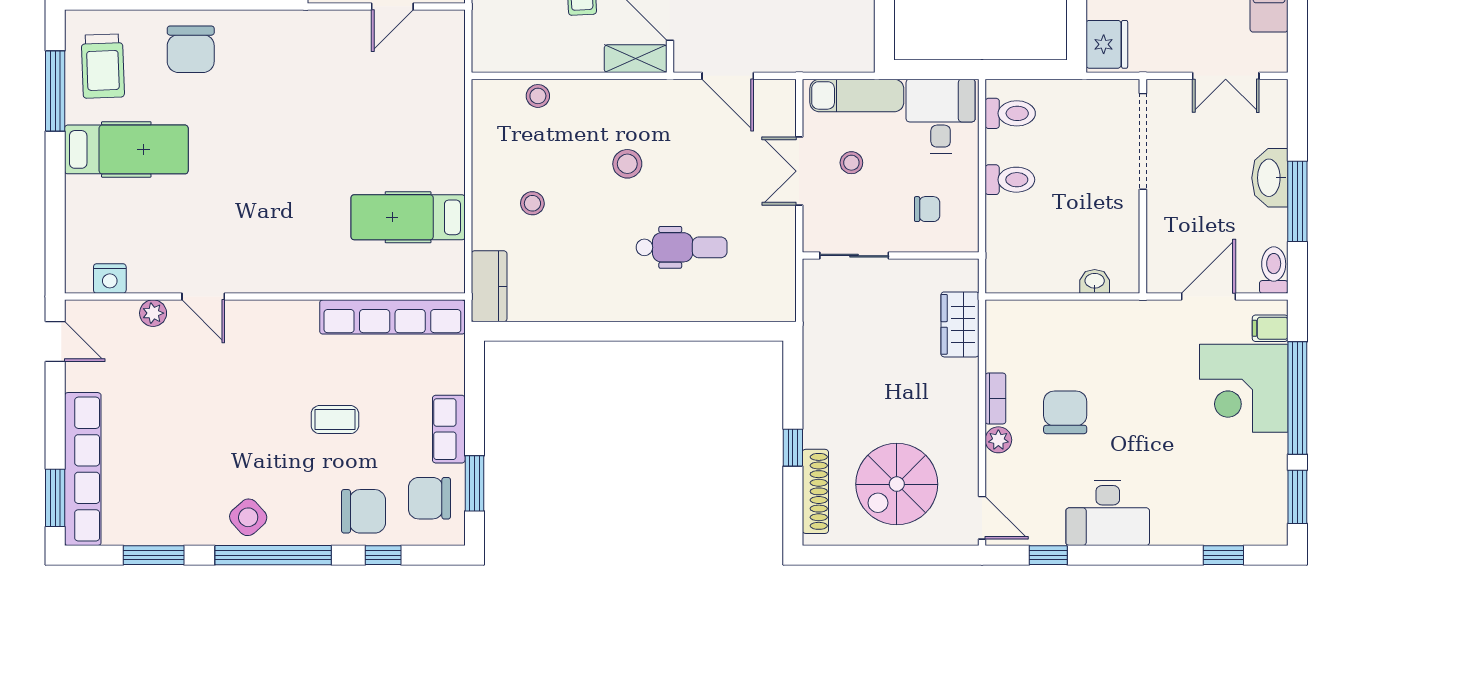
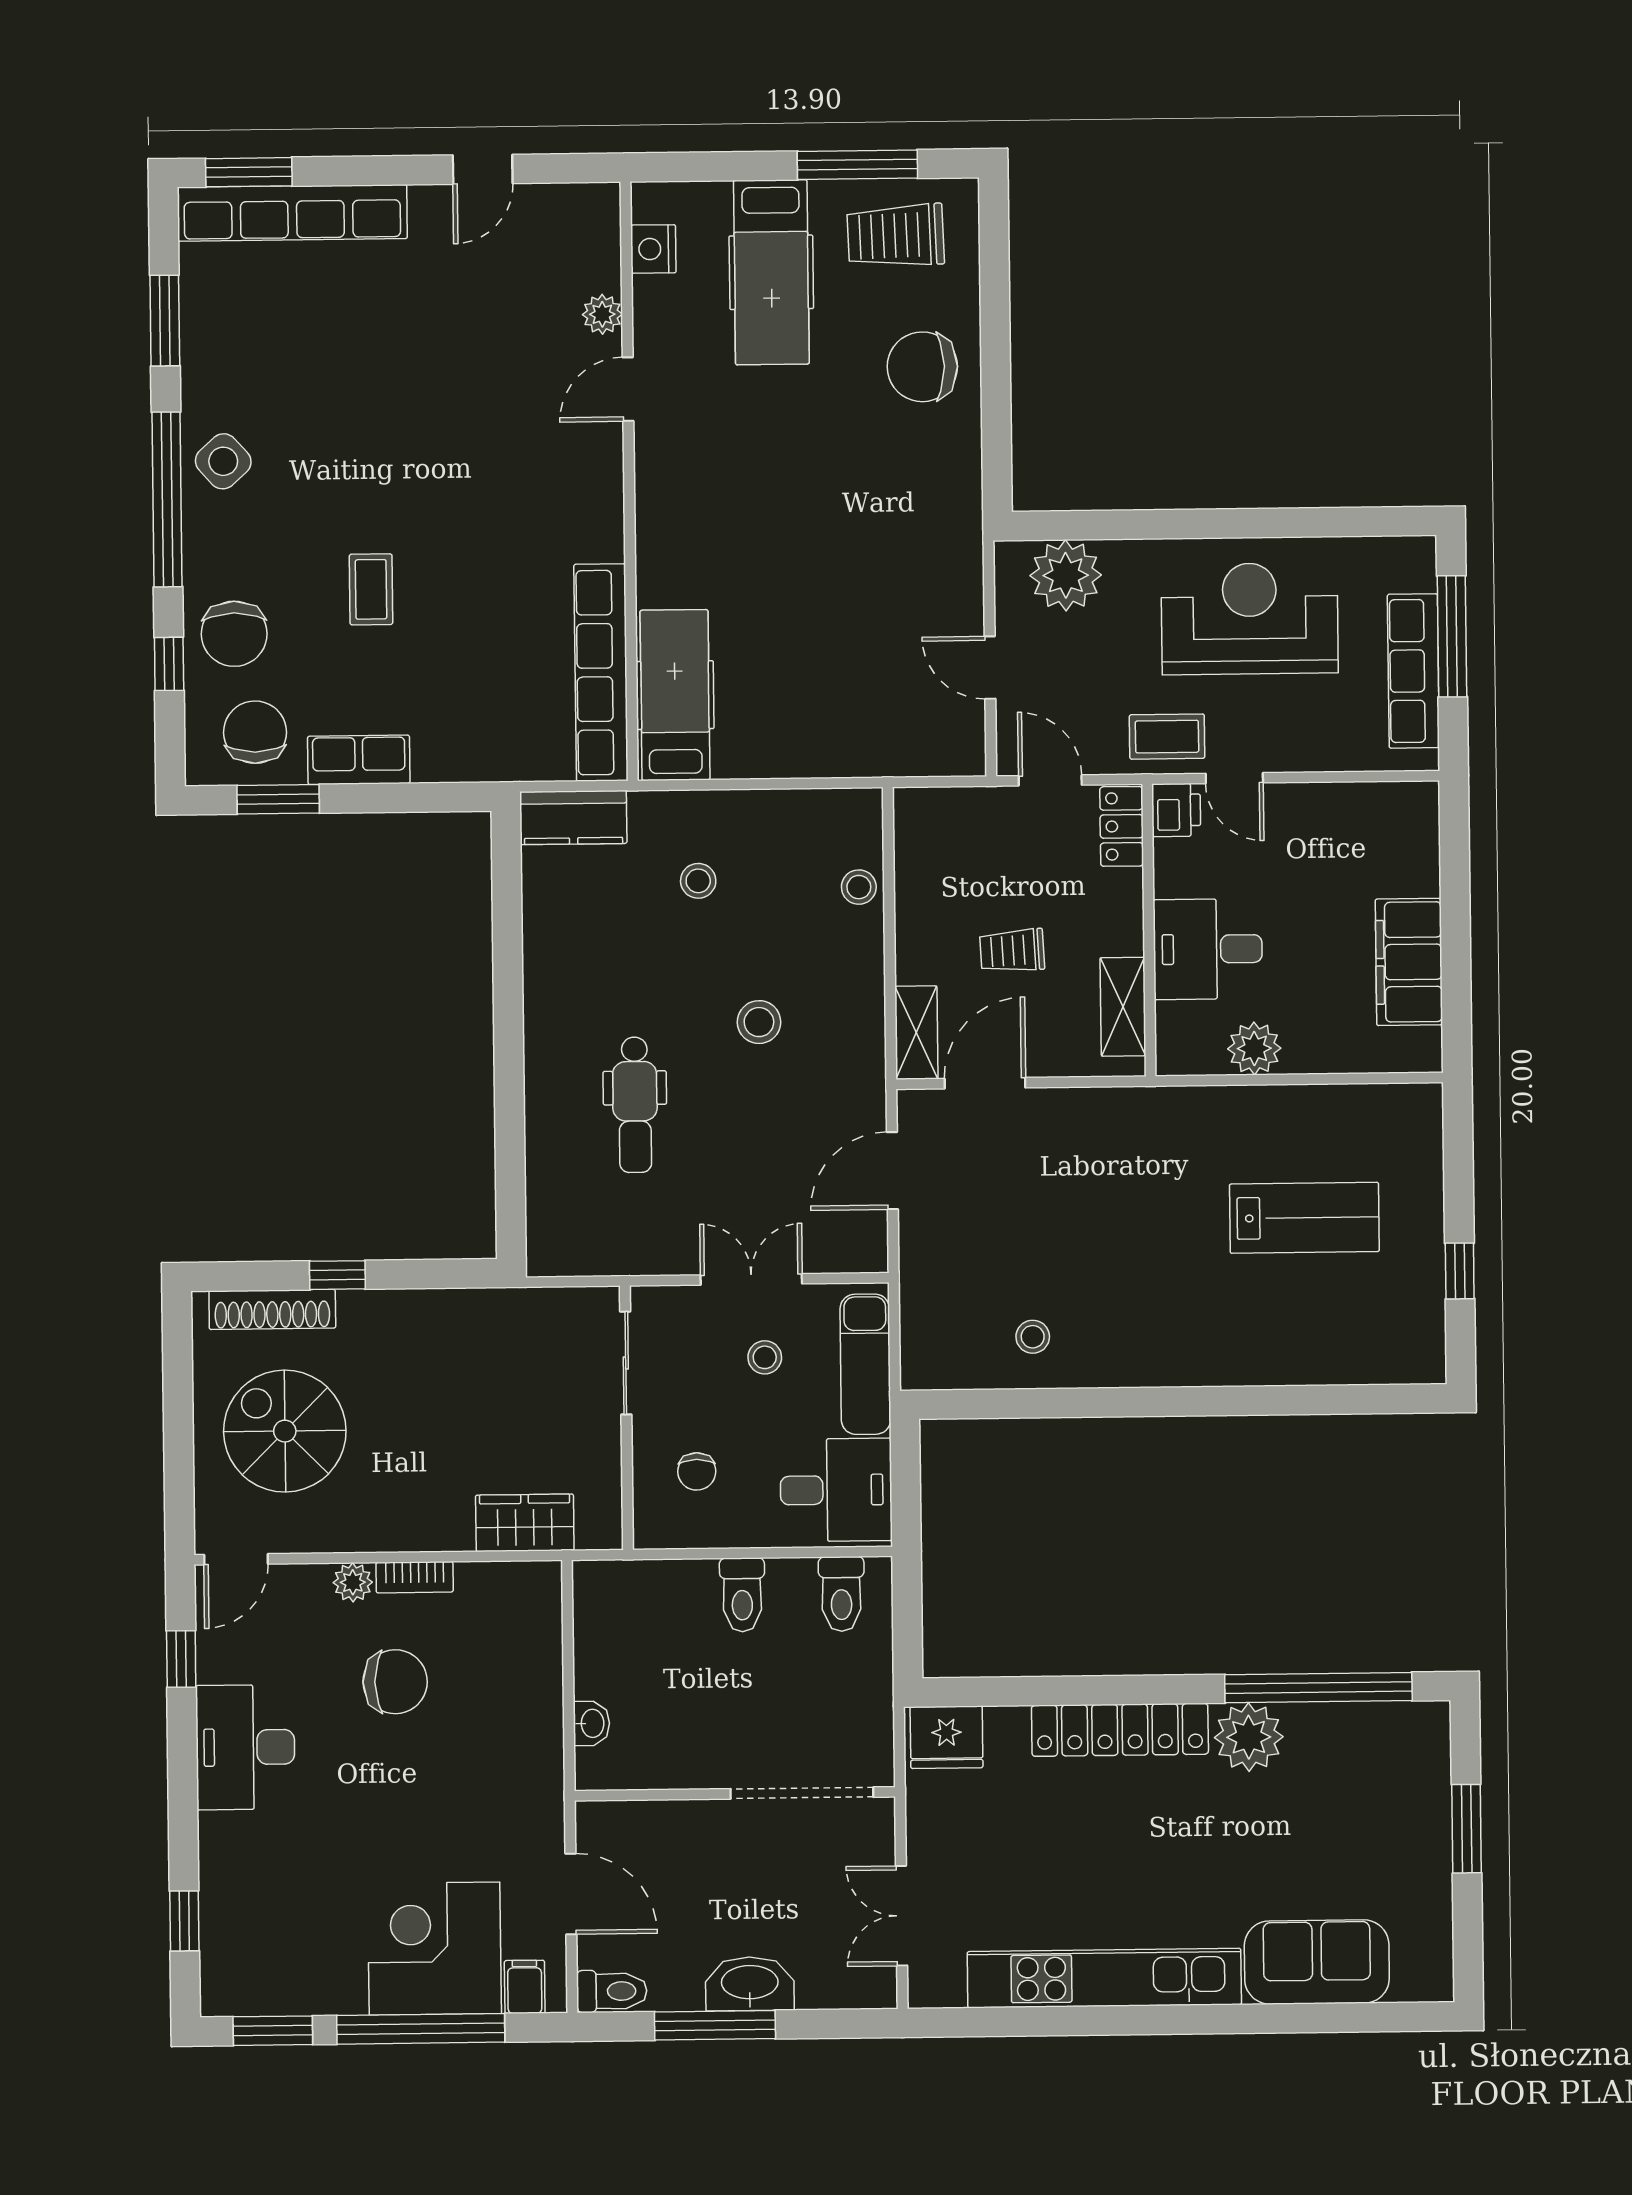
nightstand: (110, 279) -> (653, 249), moved
door: (203, 297) -> (628, 389), moved
wall: (265, 297) -> (629, 481), moved
plant: (153, 313) -> (602, 314), moved
row of seats: (392, 317) -> (601, 672), moved

